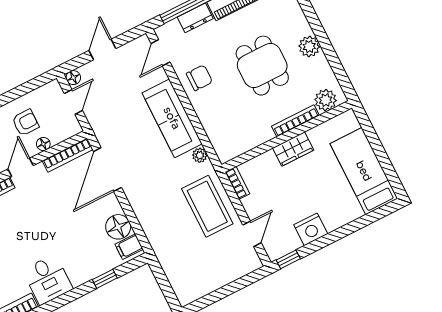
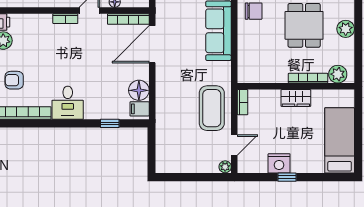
plant: (200, 155) -> (225, 167), moved
window: (288, 259) -> (287, 177), moved

